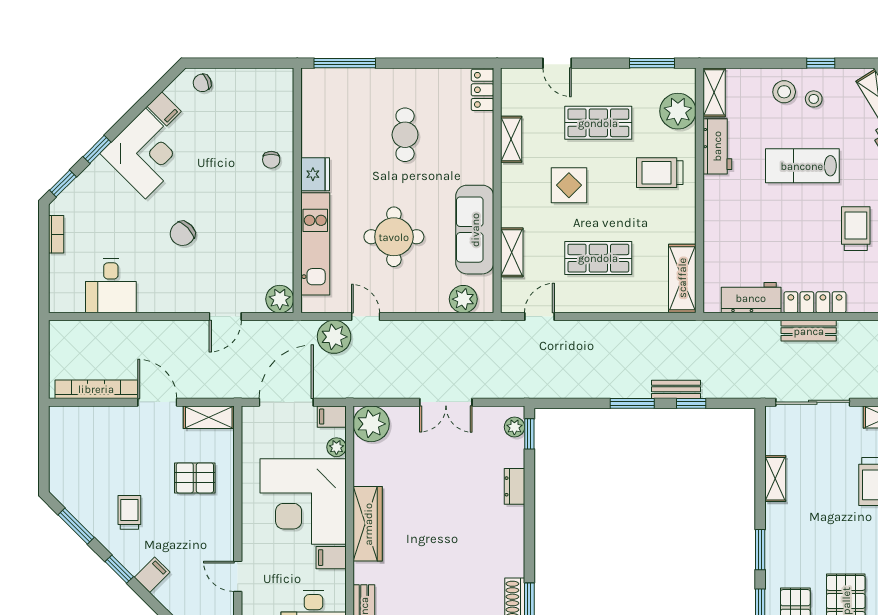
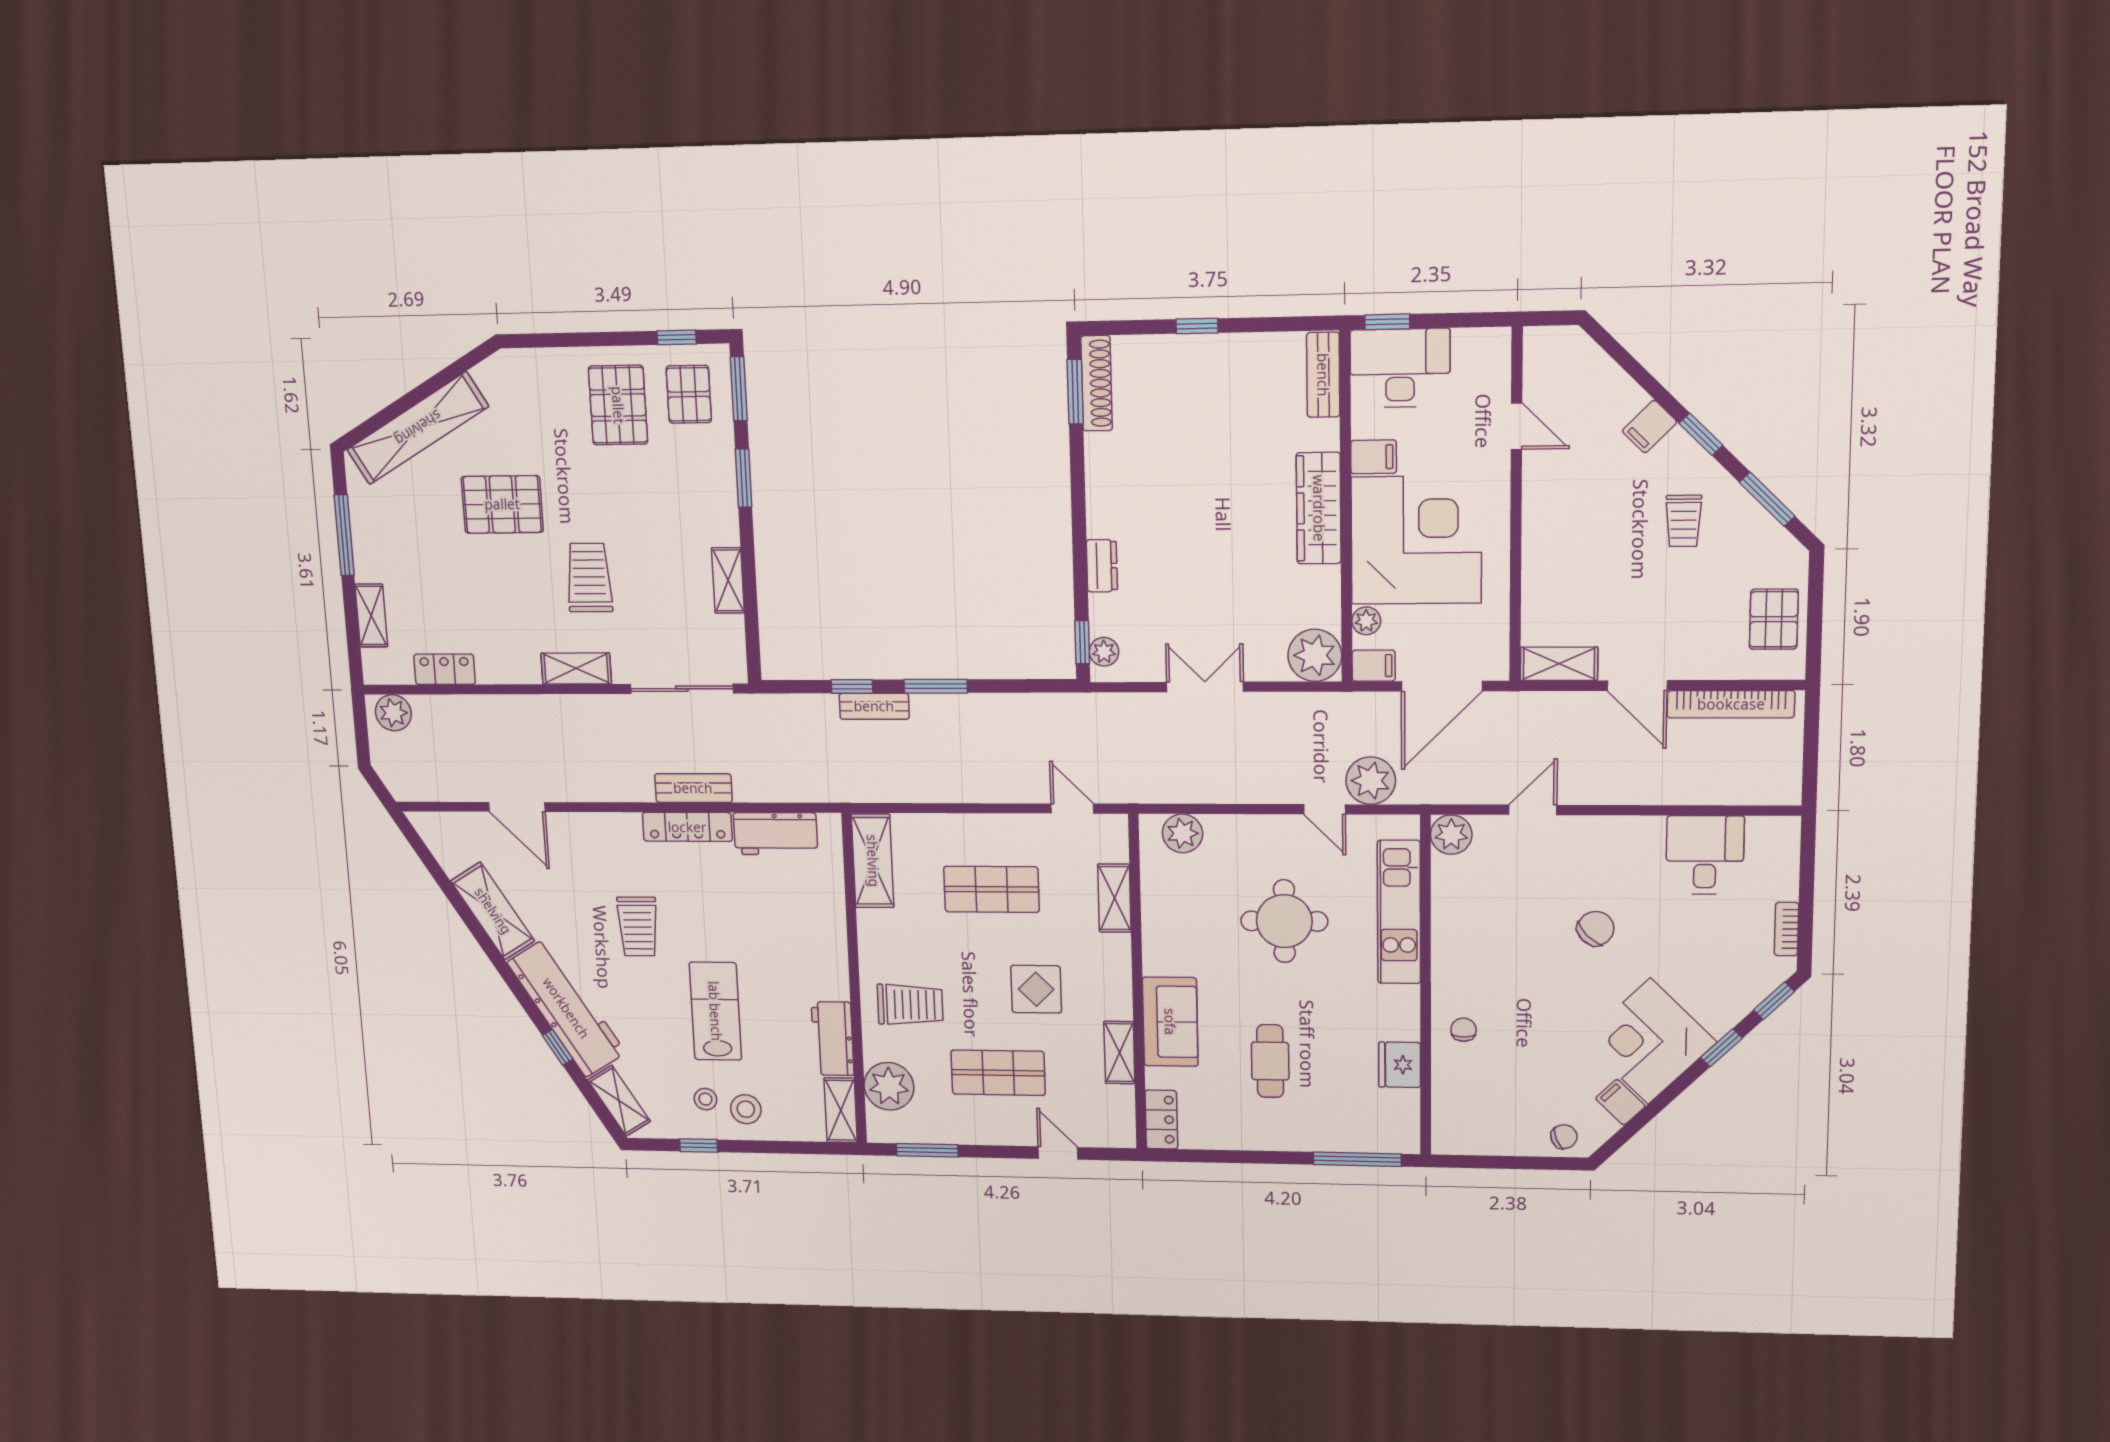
lab bench: (802, 166) -> (715, 1011), turned -90
fridge: (315, 174) -> (1400, 1065), moved
sofa: (475, 230) -> (1170, 1022), moved, width x0.73
door: (539, 317) -> (1072, 809), swing flipped
pallet: (195, 478) -> (1774, 619), moved, turned 90

